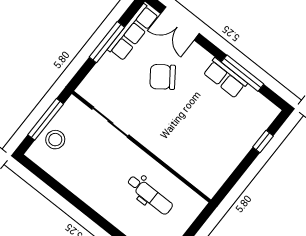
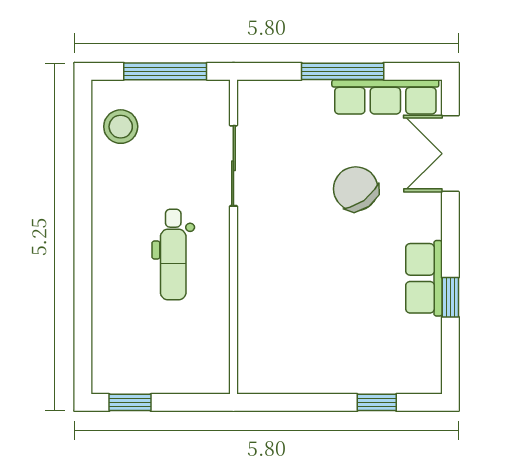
window: (243, 73) -> (450, 297), width x0.46
stool: (55, 140) -> (121, 127), moved
dental chair: (150, 195) -> (173, 255), moved

